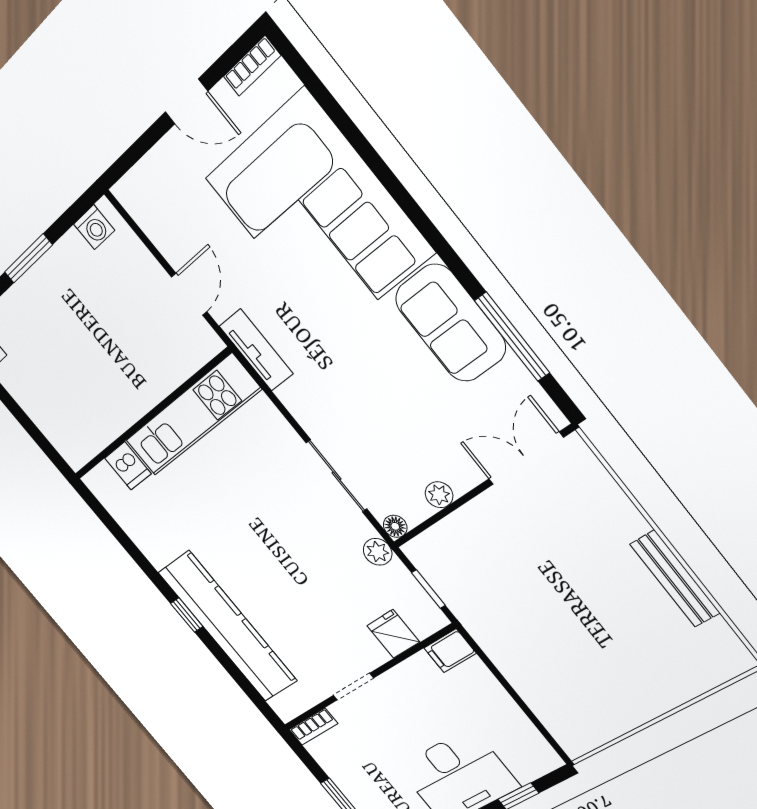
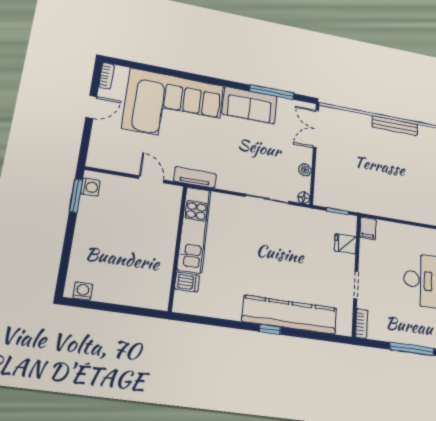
window: (28, 259) -> (76, 196), moved
plant: (378, 552) -> (308, 215), removed

